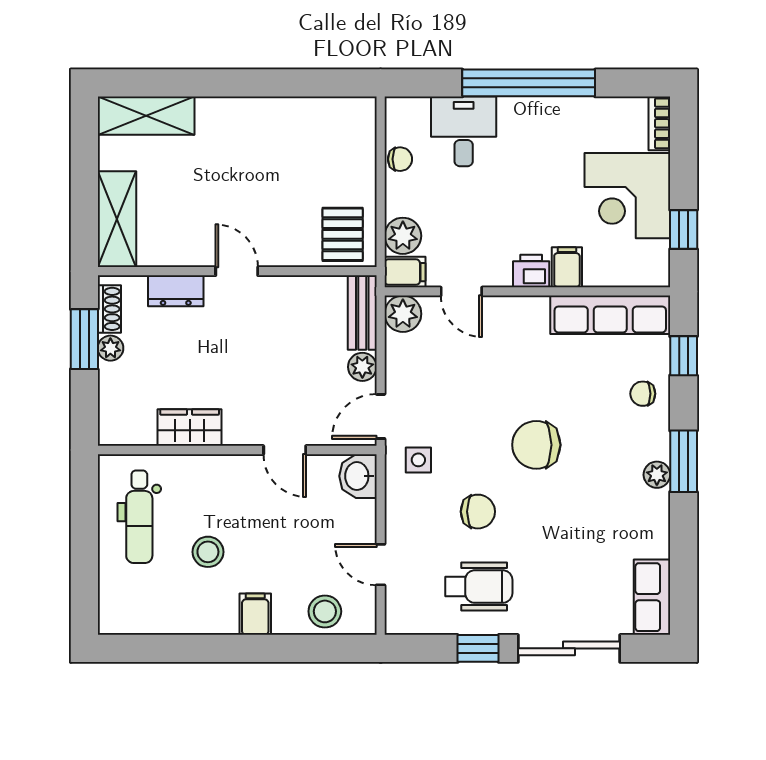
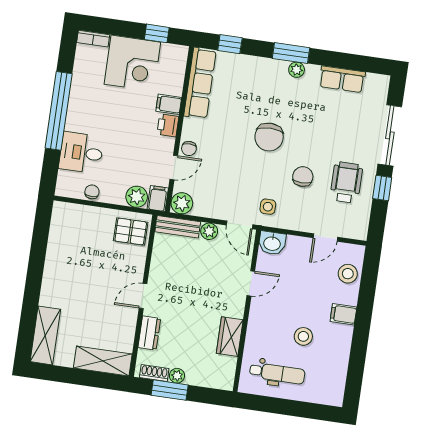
chair: (643, 394) -> (189, 149), moved
row of seats: (652, 597) -> (342, 79), moved

